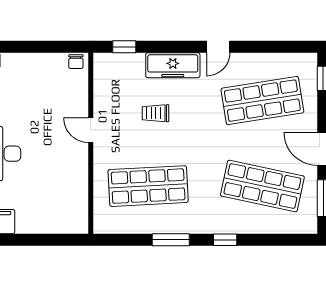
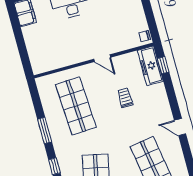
freezer: (173, 65) -> (150, 66), moved
door: (91, 130) -> (102, 58), swing flipped

